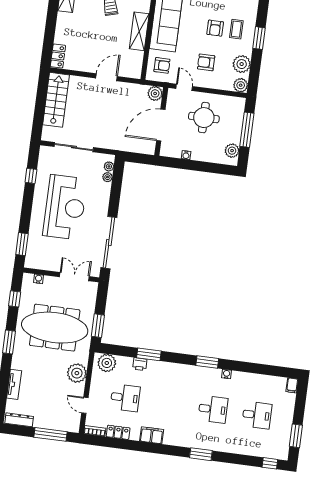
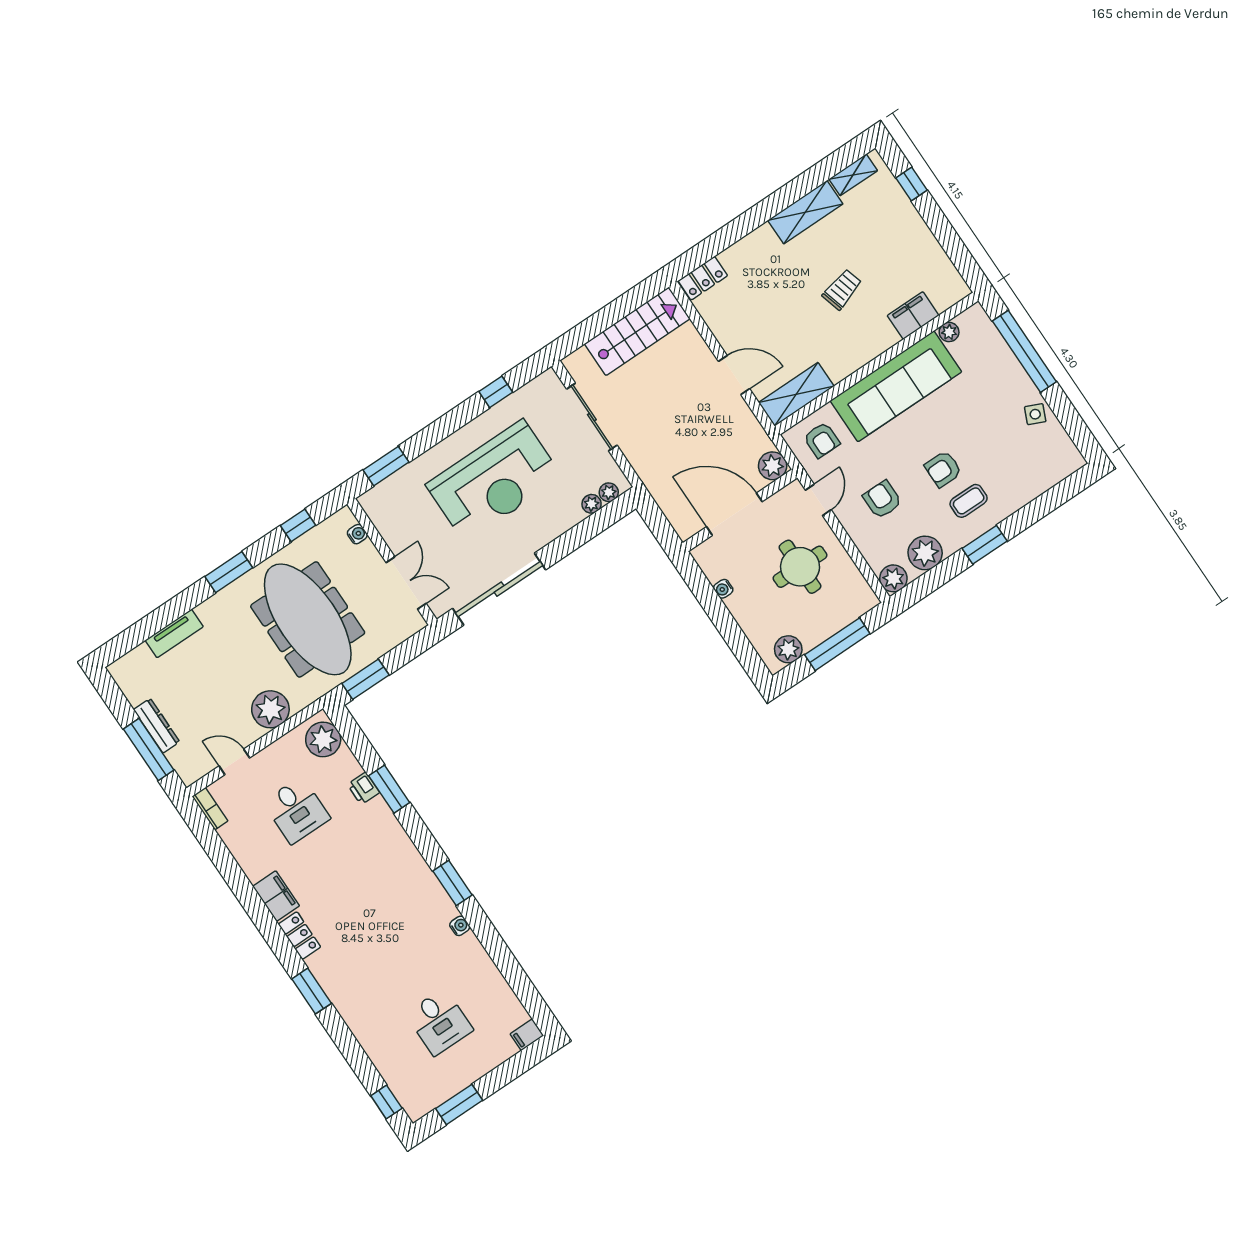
shelving: (139, 31) -> (796, 394), moved
door: (85, 405) -> (234, 762), hinge flipped
desk: (213, 409) -> (392, 951), removed
dresser: (19, 420) -> (157, 726), moved
locker: (118, 432) -> (299, 936), moved

